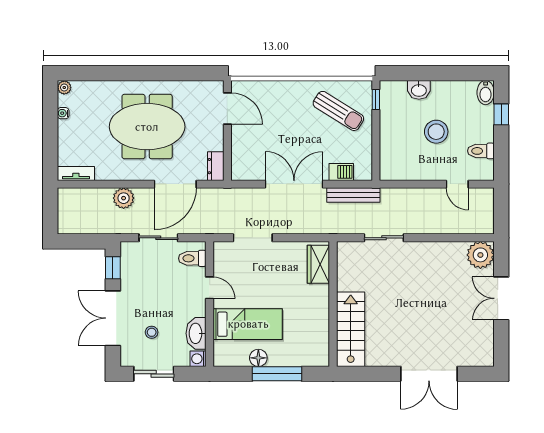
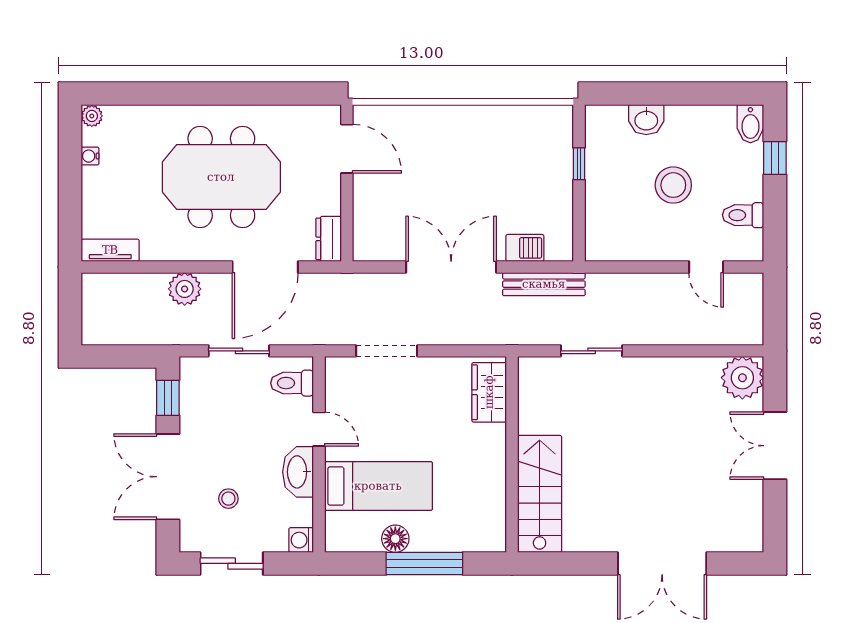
window: (376, 99) -> (579, 164), moved
sun lounger: (338, 111) -> (520, 153), removed
washbasin: (196, 333) -> (298, 472), moved

